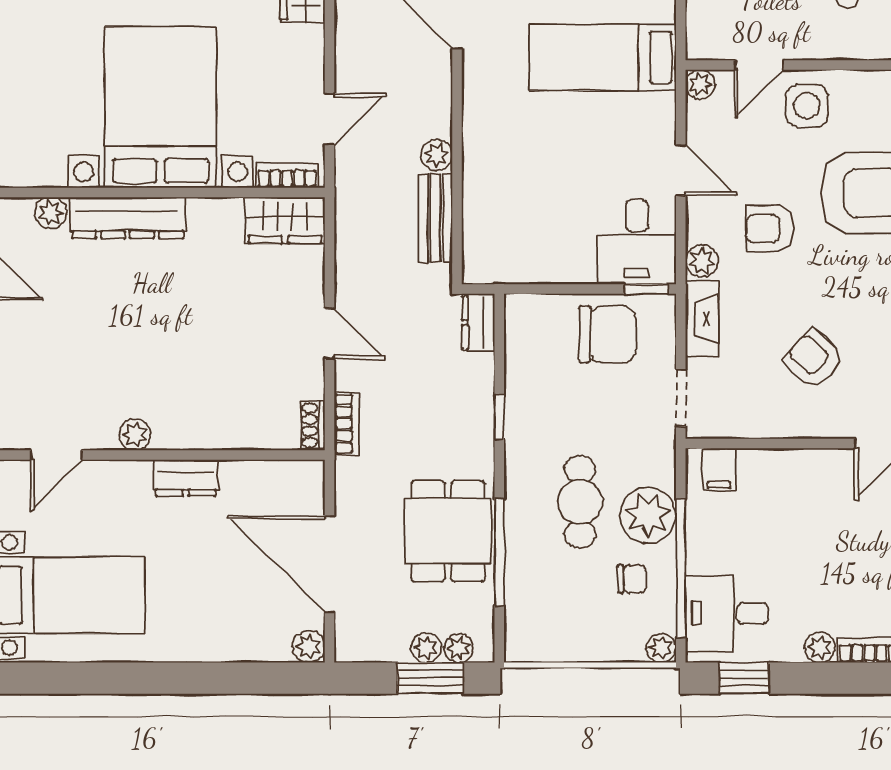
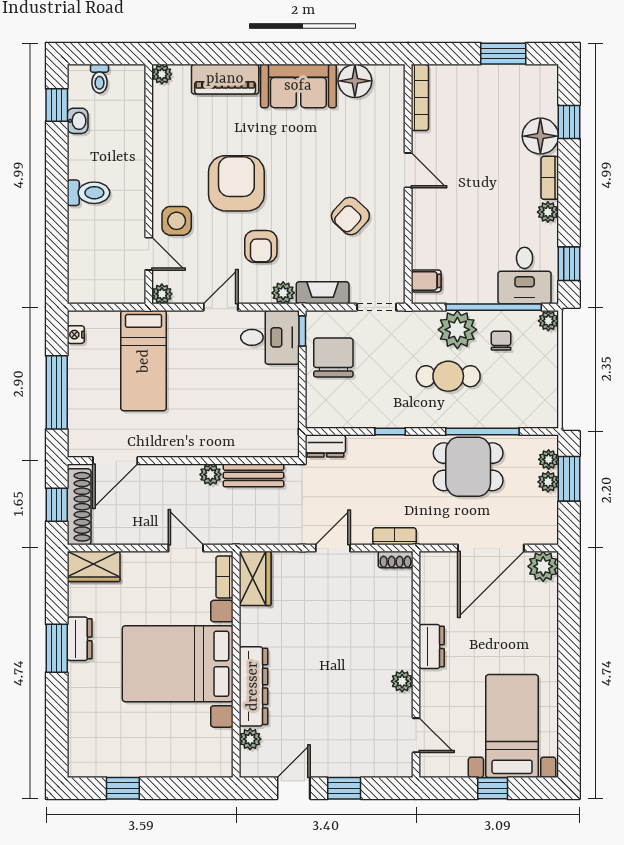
plant: (309, 647) -> (543, 566), width x1.38, depth x1.38

